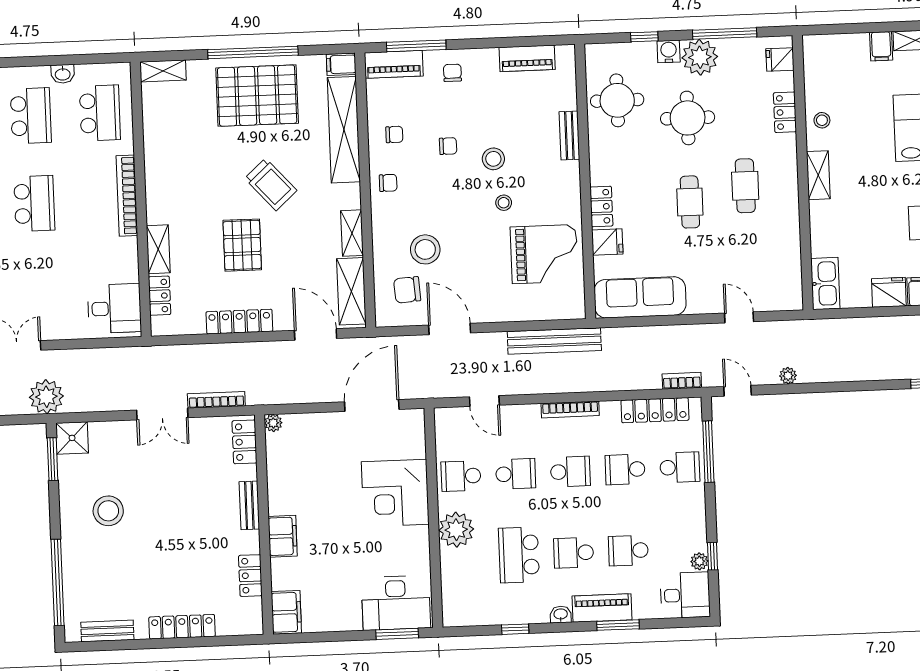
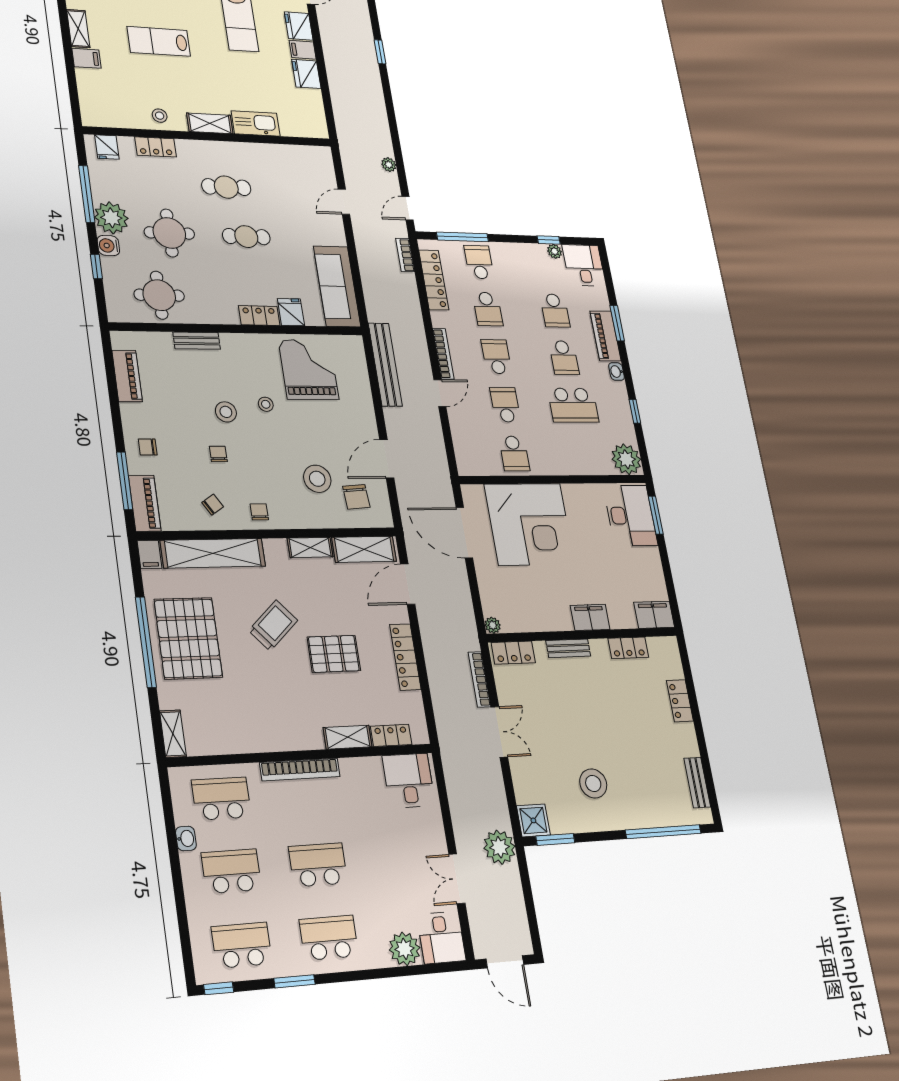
chair: (394, 135) -> (213, 505), turned 57
kitchen sink: (825, 284) -> (256, 124), moved
door: (484, 401) -> (440, 393), moved
corner desk: (395, 493) -> (529, 524), width x1.36, depth x1.36
plant: (456, 530) -> (626, 459), moved
locker: (182, 627) -> (680, 701), width x0.66

